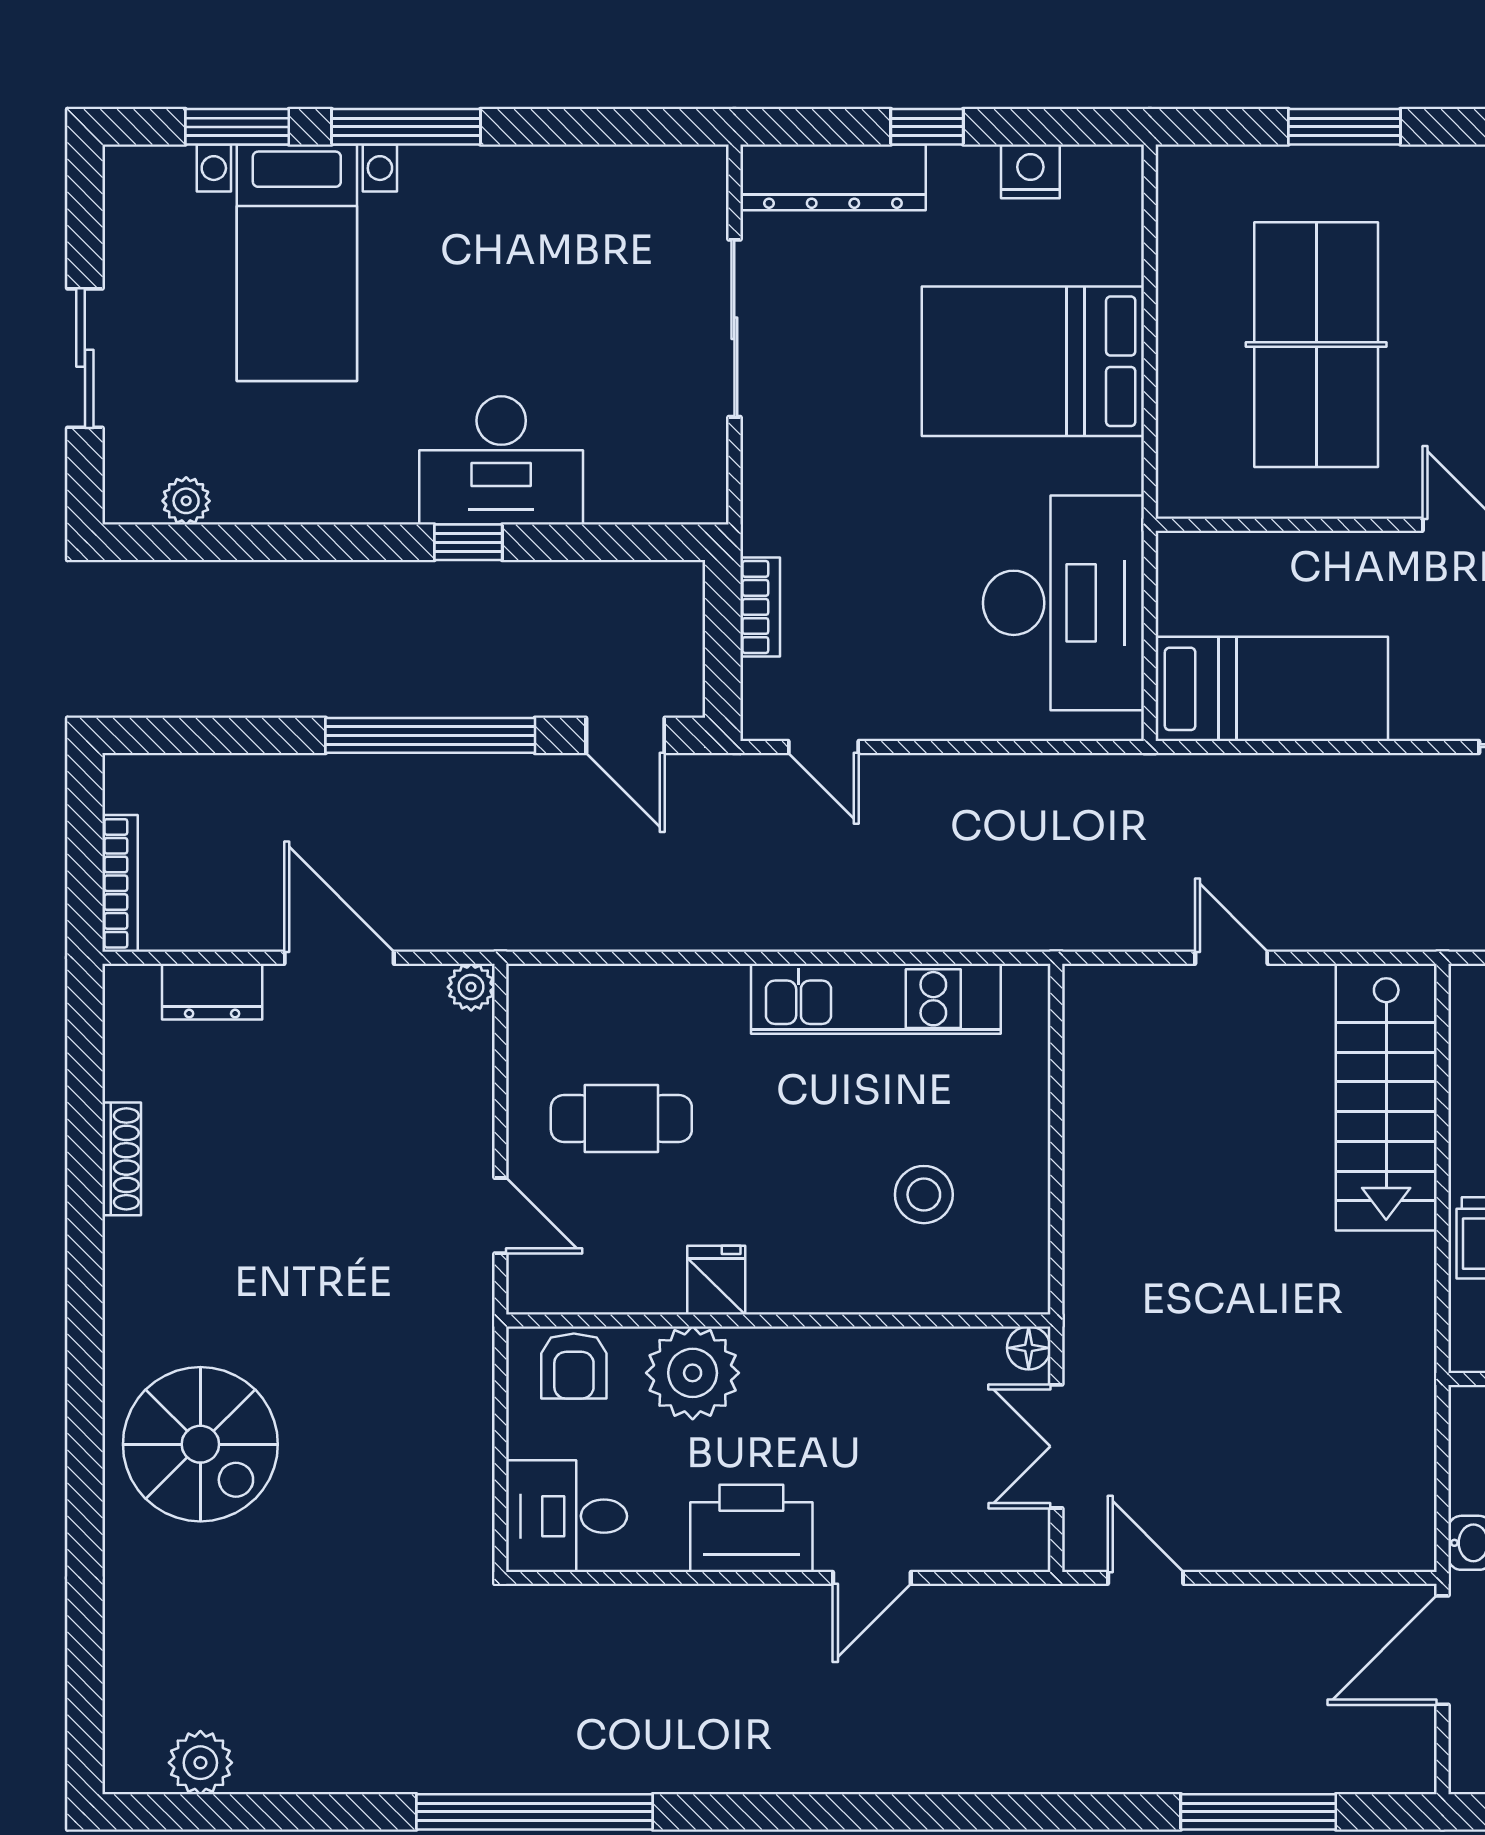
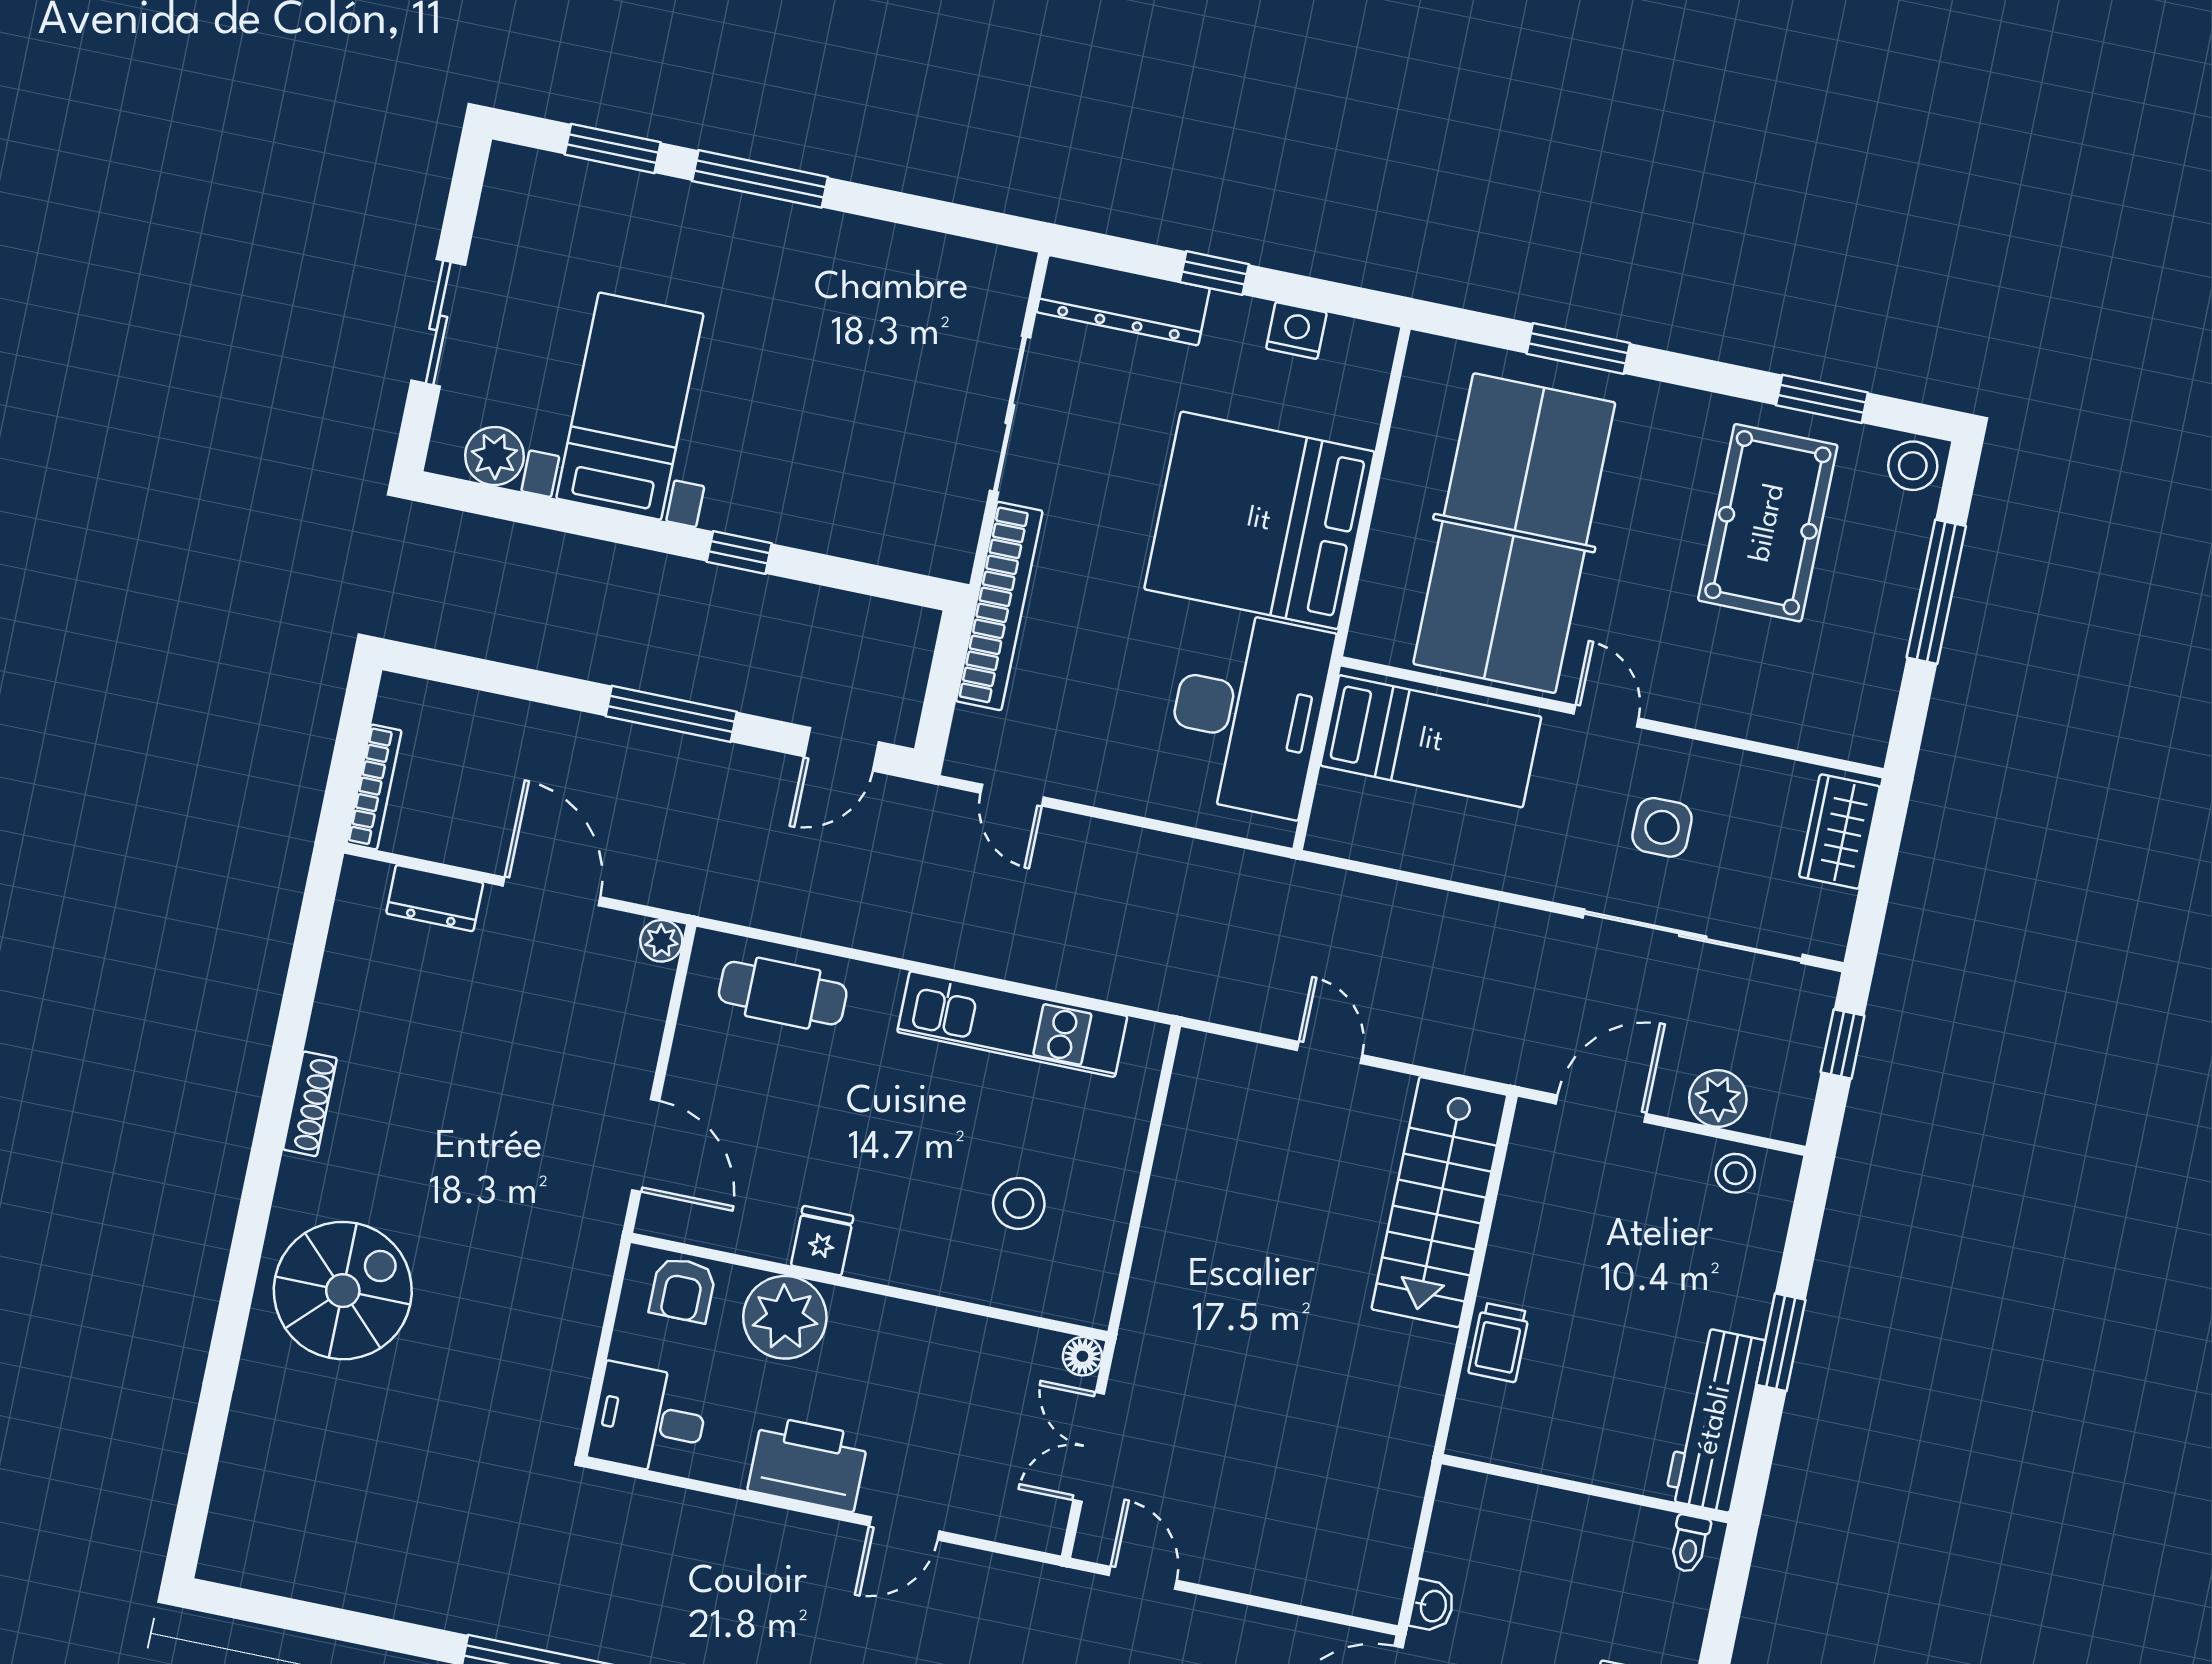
bed with nightstands: (297, 263) -> (630, 406), moved, turned 180
table tennis table: (1316, 345) -> (1514, 533), width x1.36, depth x1.32
bed: (1033, 361) -> (1259, 520), width x1.36
desk: (501, 460) -> (783, 487), removed
plant: (186, 501) -> (495, 456), width x1.38, depth x1.38
bookcase: (760, 607) -> (999, 606), width x2.31, depth x1.31
bed: (1272, 689) -> (1431, 741), moved
window: (430, 735) -> (671, 714), width x0.68
door: (625, 735) -> (841, 749), hinge flipped
cafe table: (621, 1118) -> (783, 993), moved
shoe rack: (122, 1159) -> (310, 1104), moved
door: (500, 1216) -> (646, 1145), width x1.38
spiral stairs: (200, 1444) -> (343, 1291), turned -90
plant: (200, 1763) -> (285, 1568), removed

